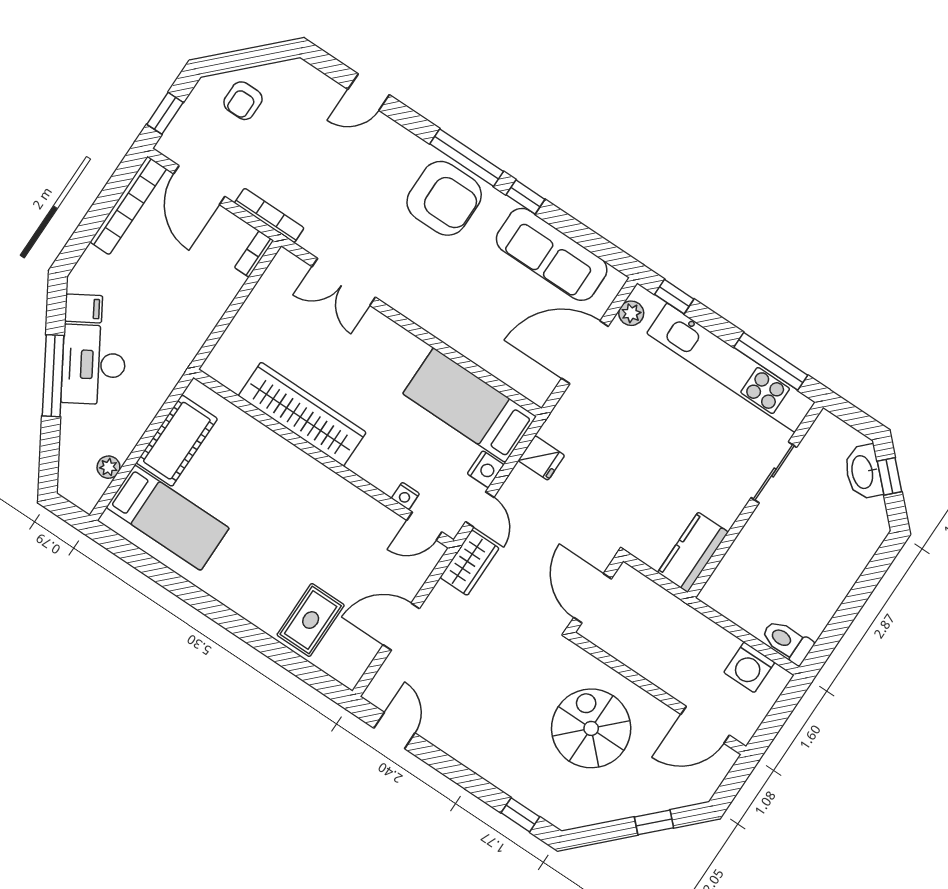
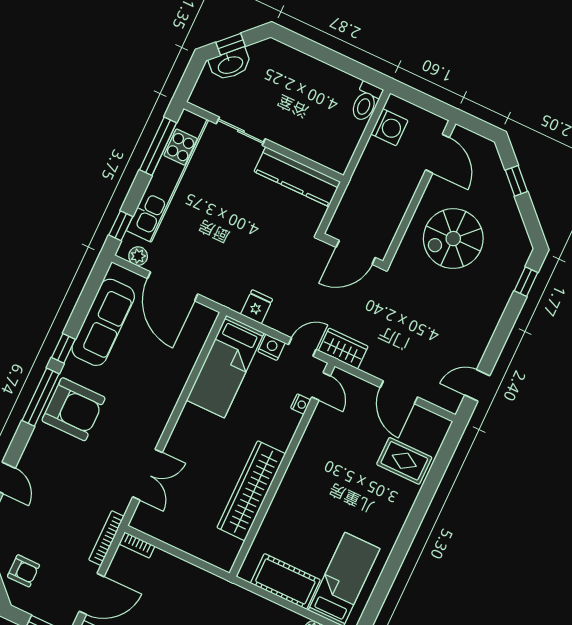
armchair: (444, 198) -> (74, 409), turned 90
kitchen counter: (693, 552) -> (297, 177), width x1.50

